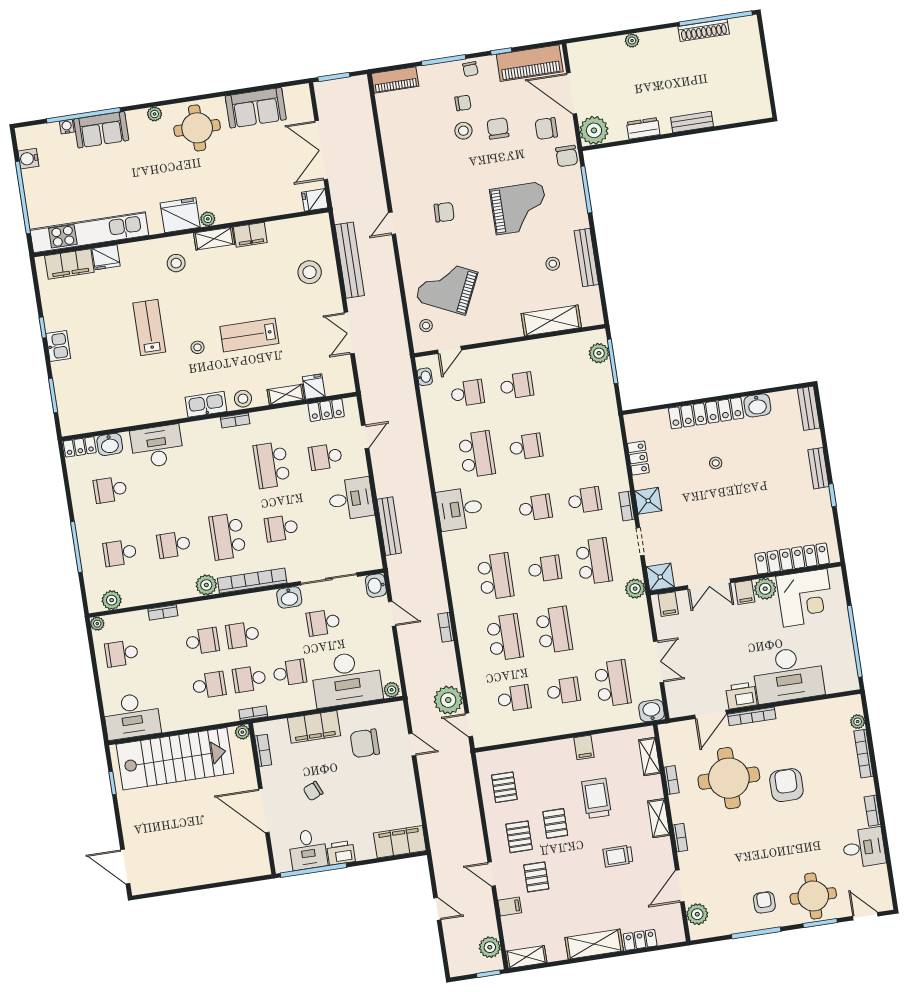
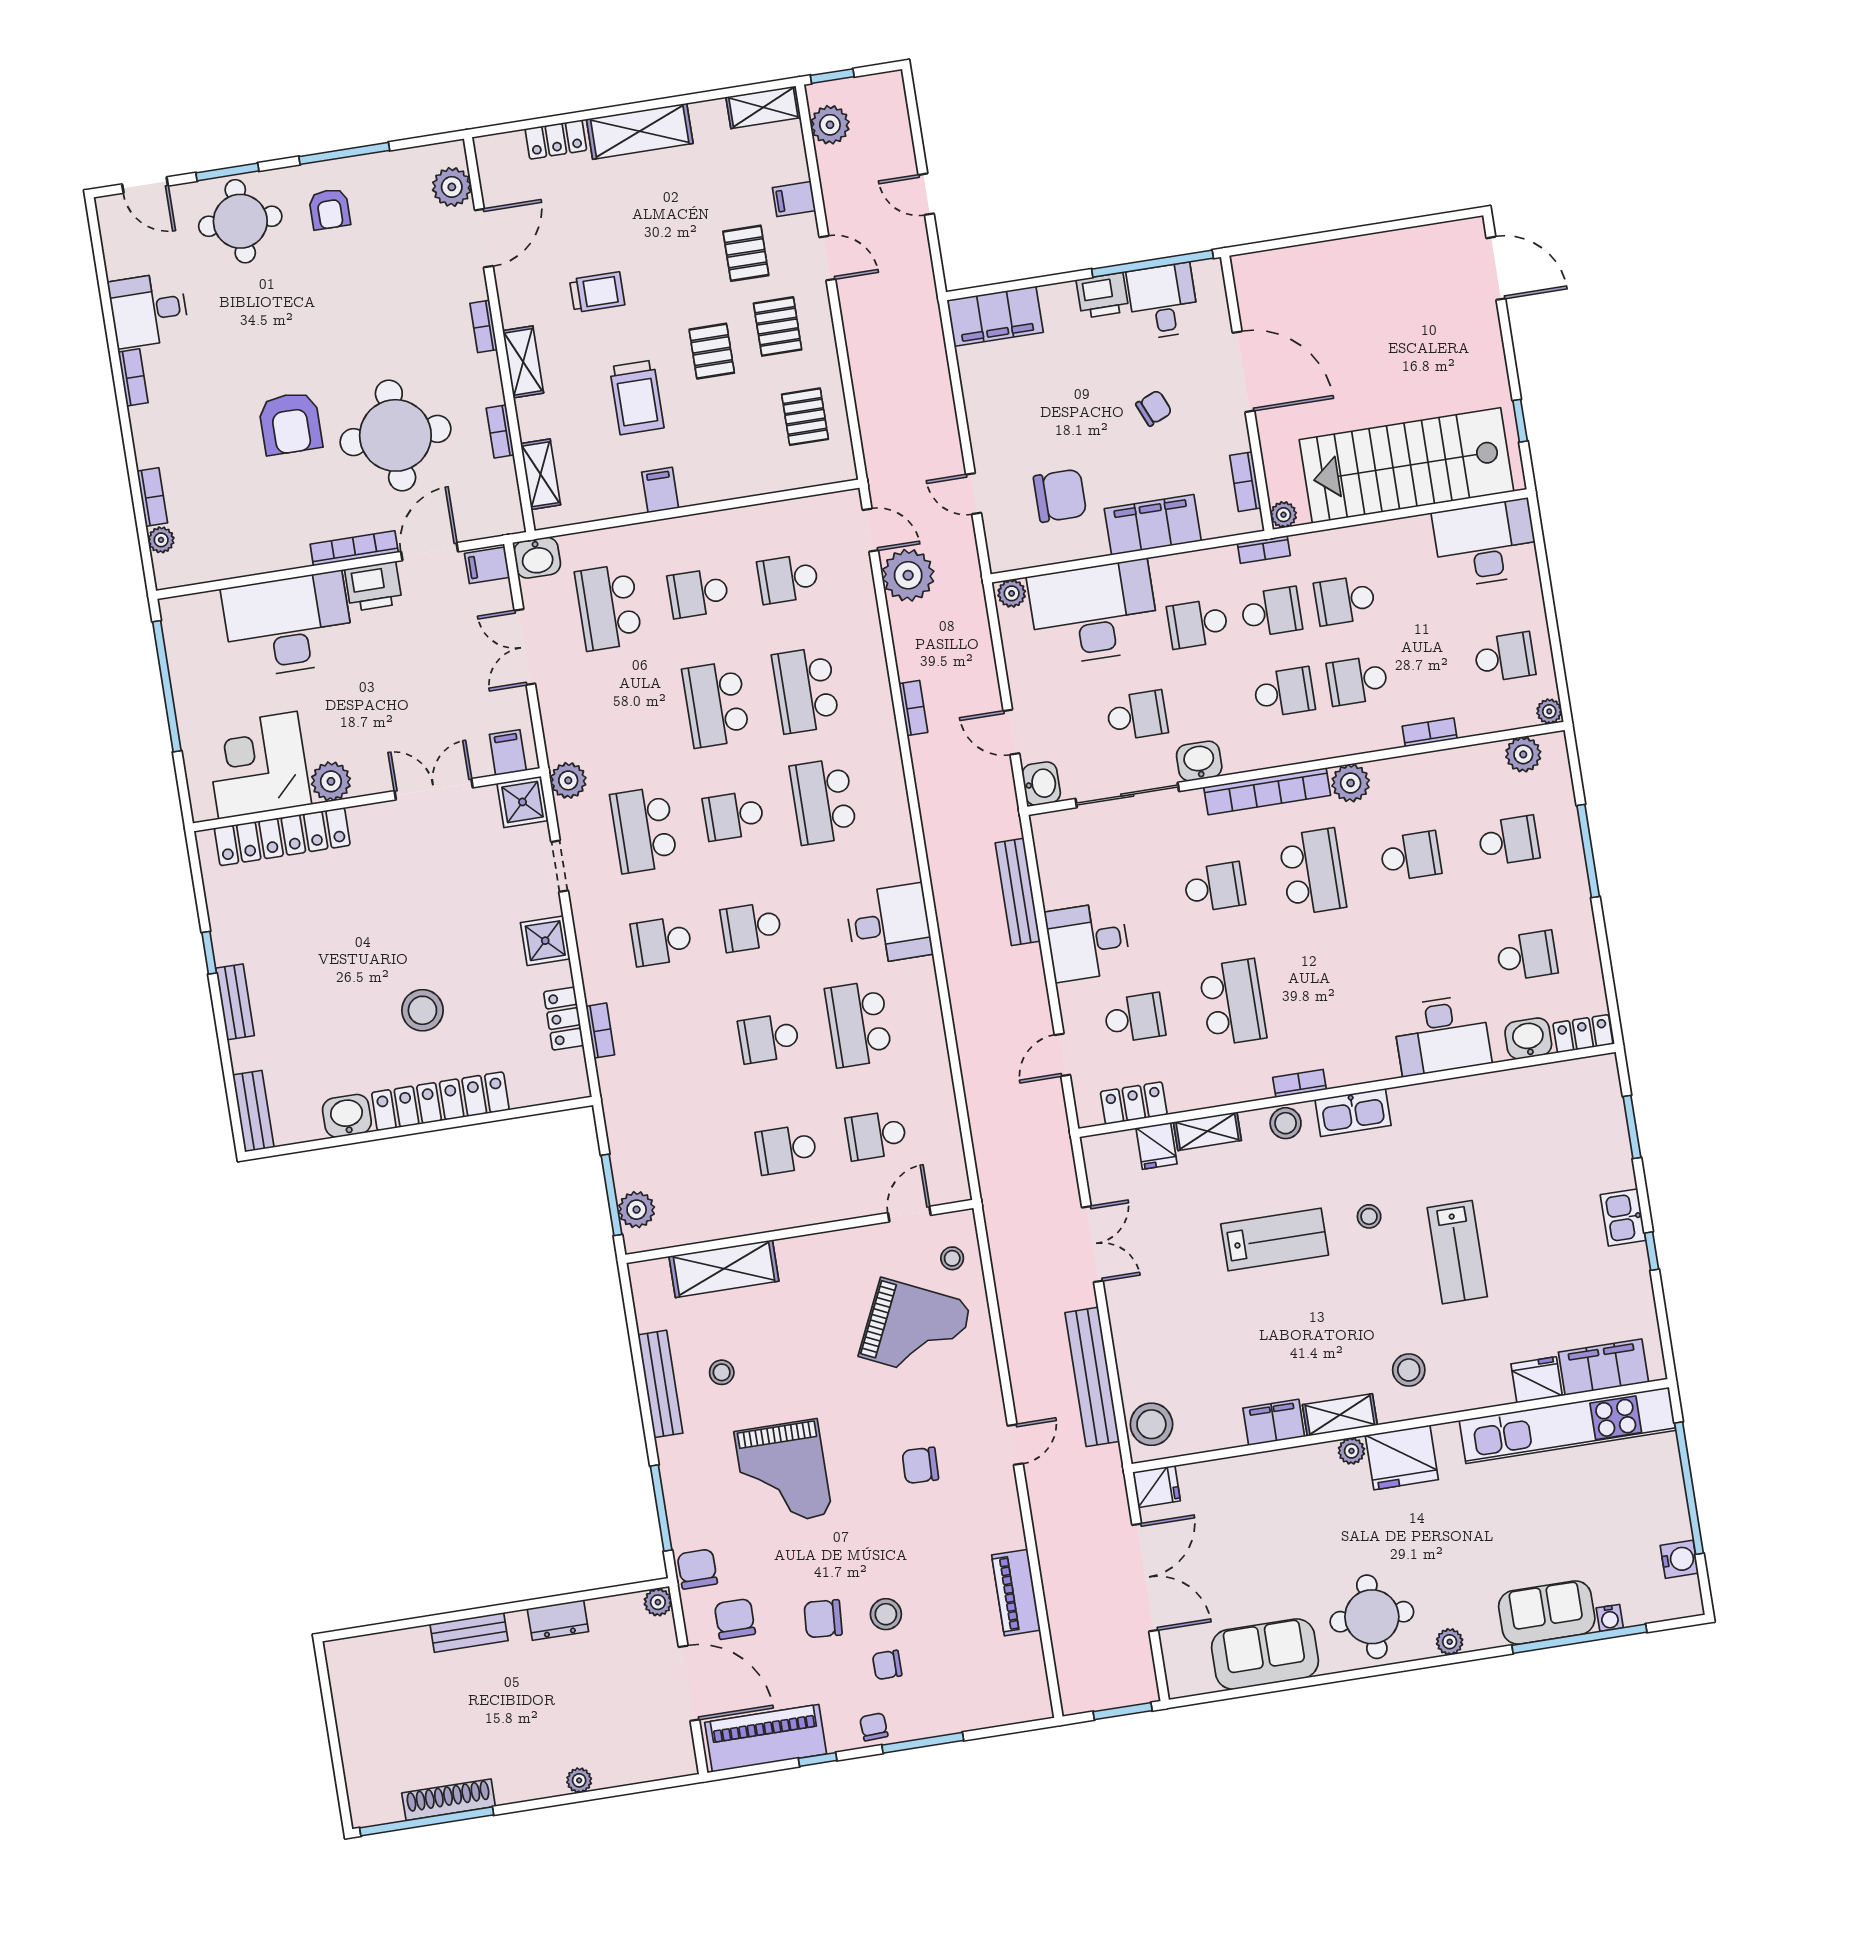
piano: (395, 80) -> (1016, 1593), moved, turned -90
chair: (498, 128) -> (823, 1619), turned 94
chair: (546, 129) -> (735, 1619), turned -90
plant: (594, 130) -> (658, 1602), width x0.53, depth x0.53
grand piano: (519, 208) -> (783, 1473), turned -90
stool: (310, 272) -> (1151, 1424), moved
washbasin: (425, 377) -> (954, 1165), removed
stool: (716, 463) -> (422, 1010), width x1.89, depth x1.89
bookcase: (627, 506) -> (600, 1031), moved
filing cabinet: (745, 592) -> (487, 565), moved, turned -90
bookcase: (864, 754) -> (152, 497), width x0.64

